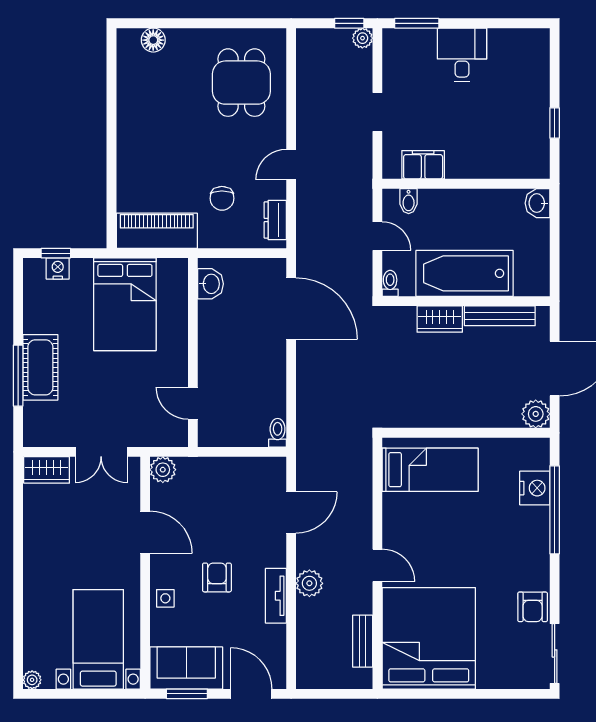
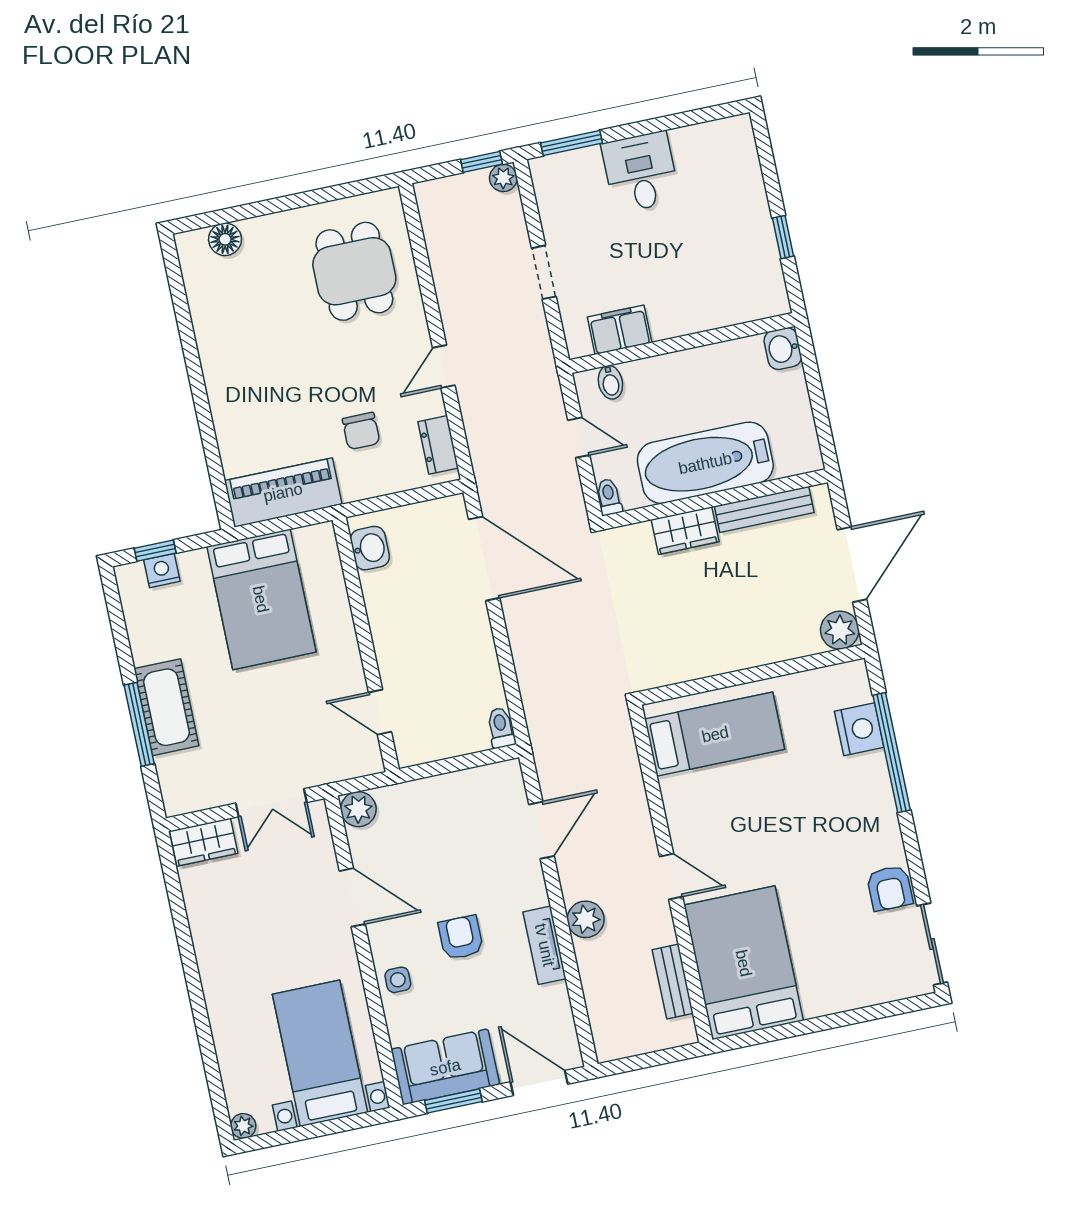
bed: (429, 638) -> (744, 963), width x0.73

